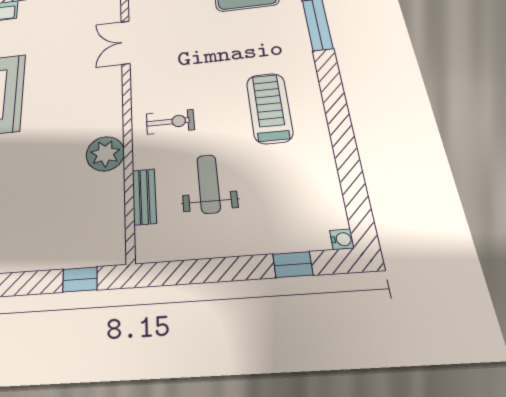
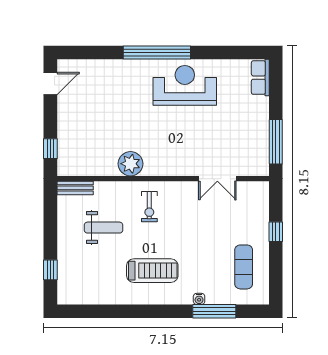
double door: (125, 42) -> (217, 179), swing flipped
bench: (144, 197) -> (75, 188), moved
water cooler: (342, 239) -> (199, 299), moved

